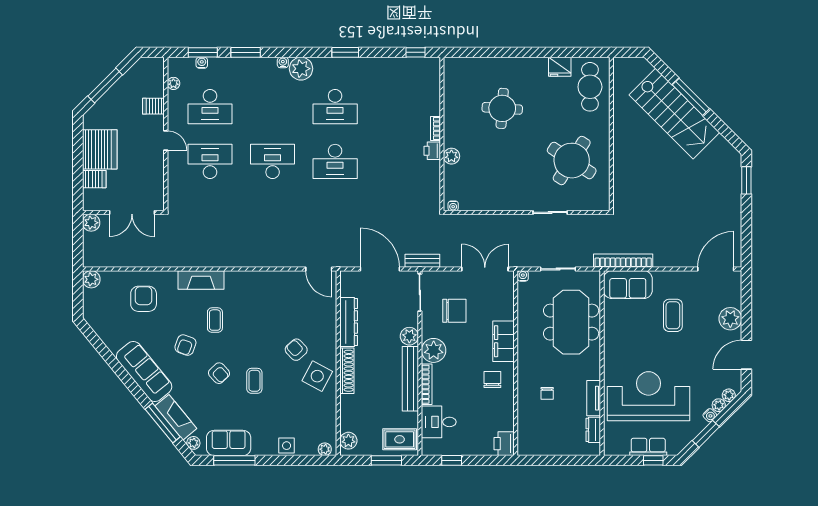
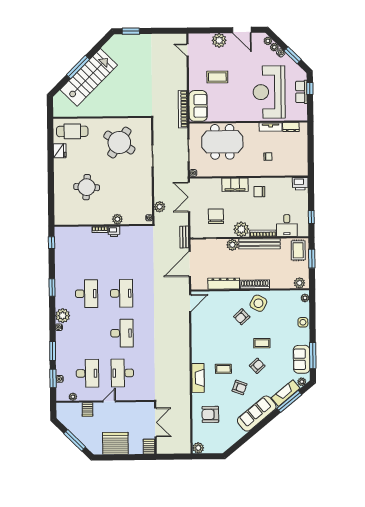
desk: (273, 161) -> (122, 333), turned 180
server rack: (94, 179) -> (149, 447), moved
plant: (91, 223) -> (160, 207), moved
door: (716, 269) -> (188, 50), width x0.53

